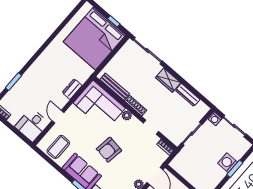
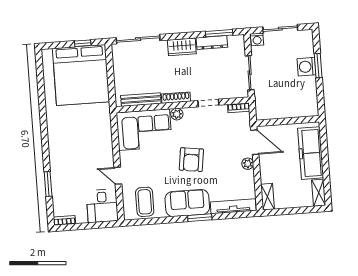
dresser: (72, 89) -> (106, 139), removed
window: (197, 94) -> (219, 33), added

